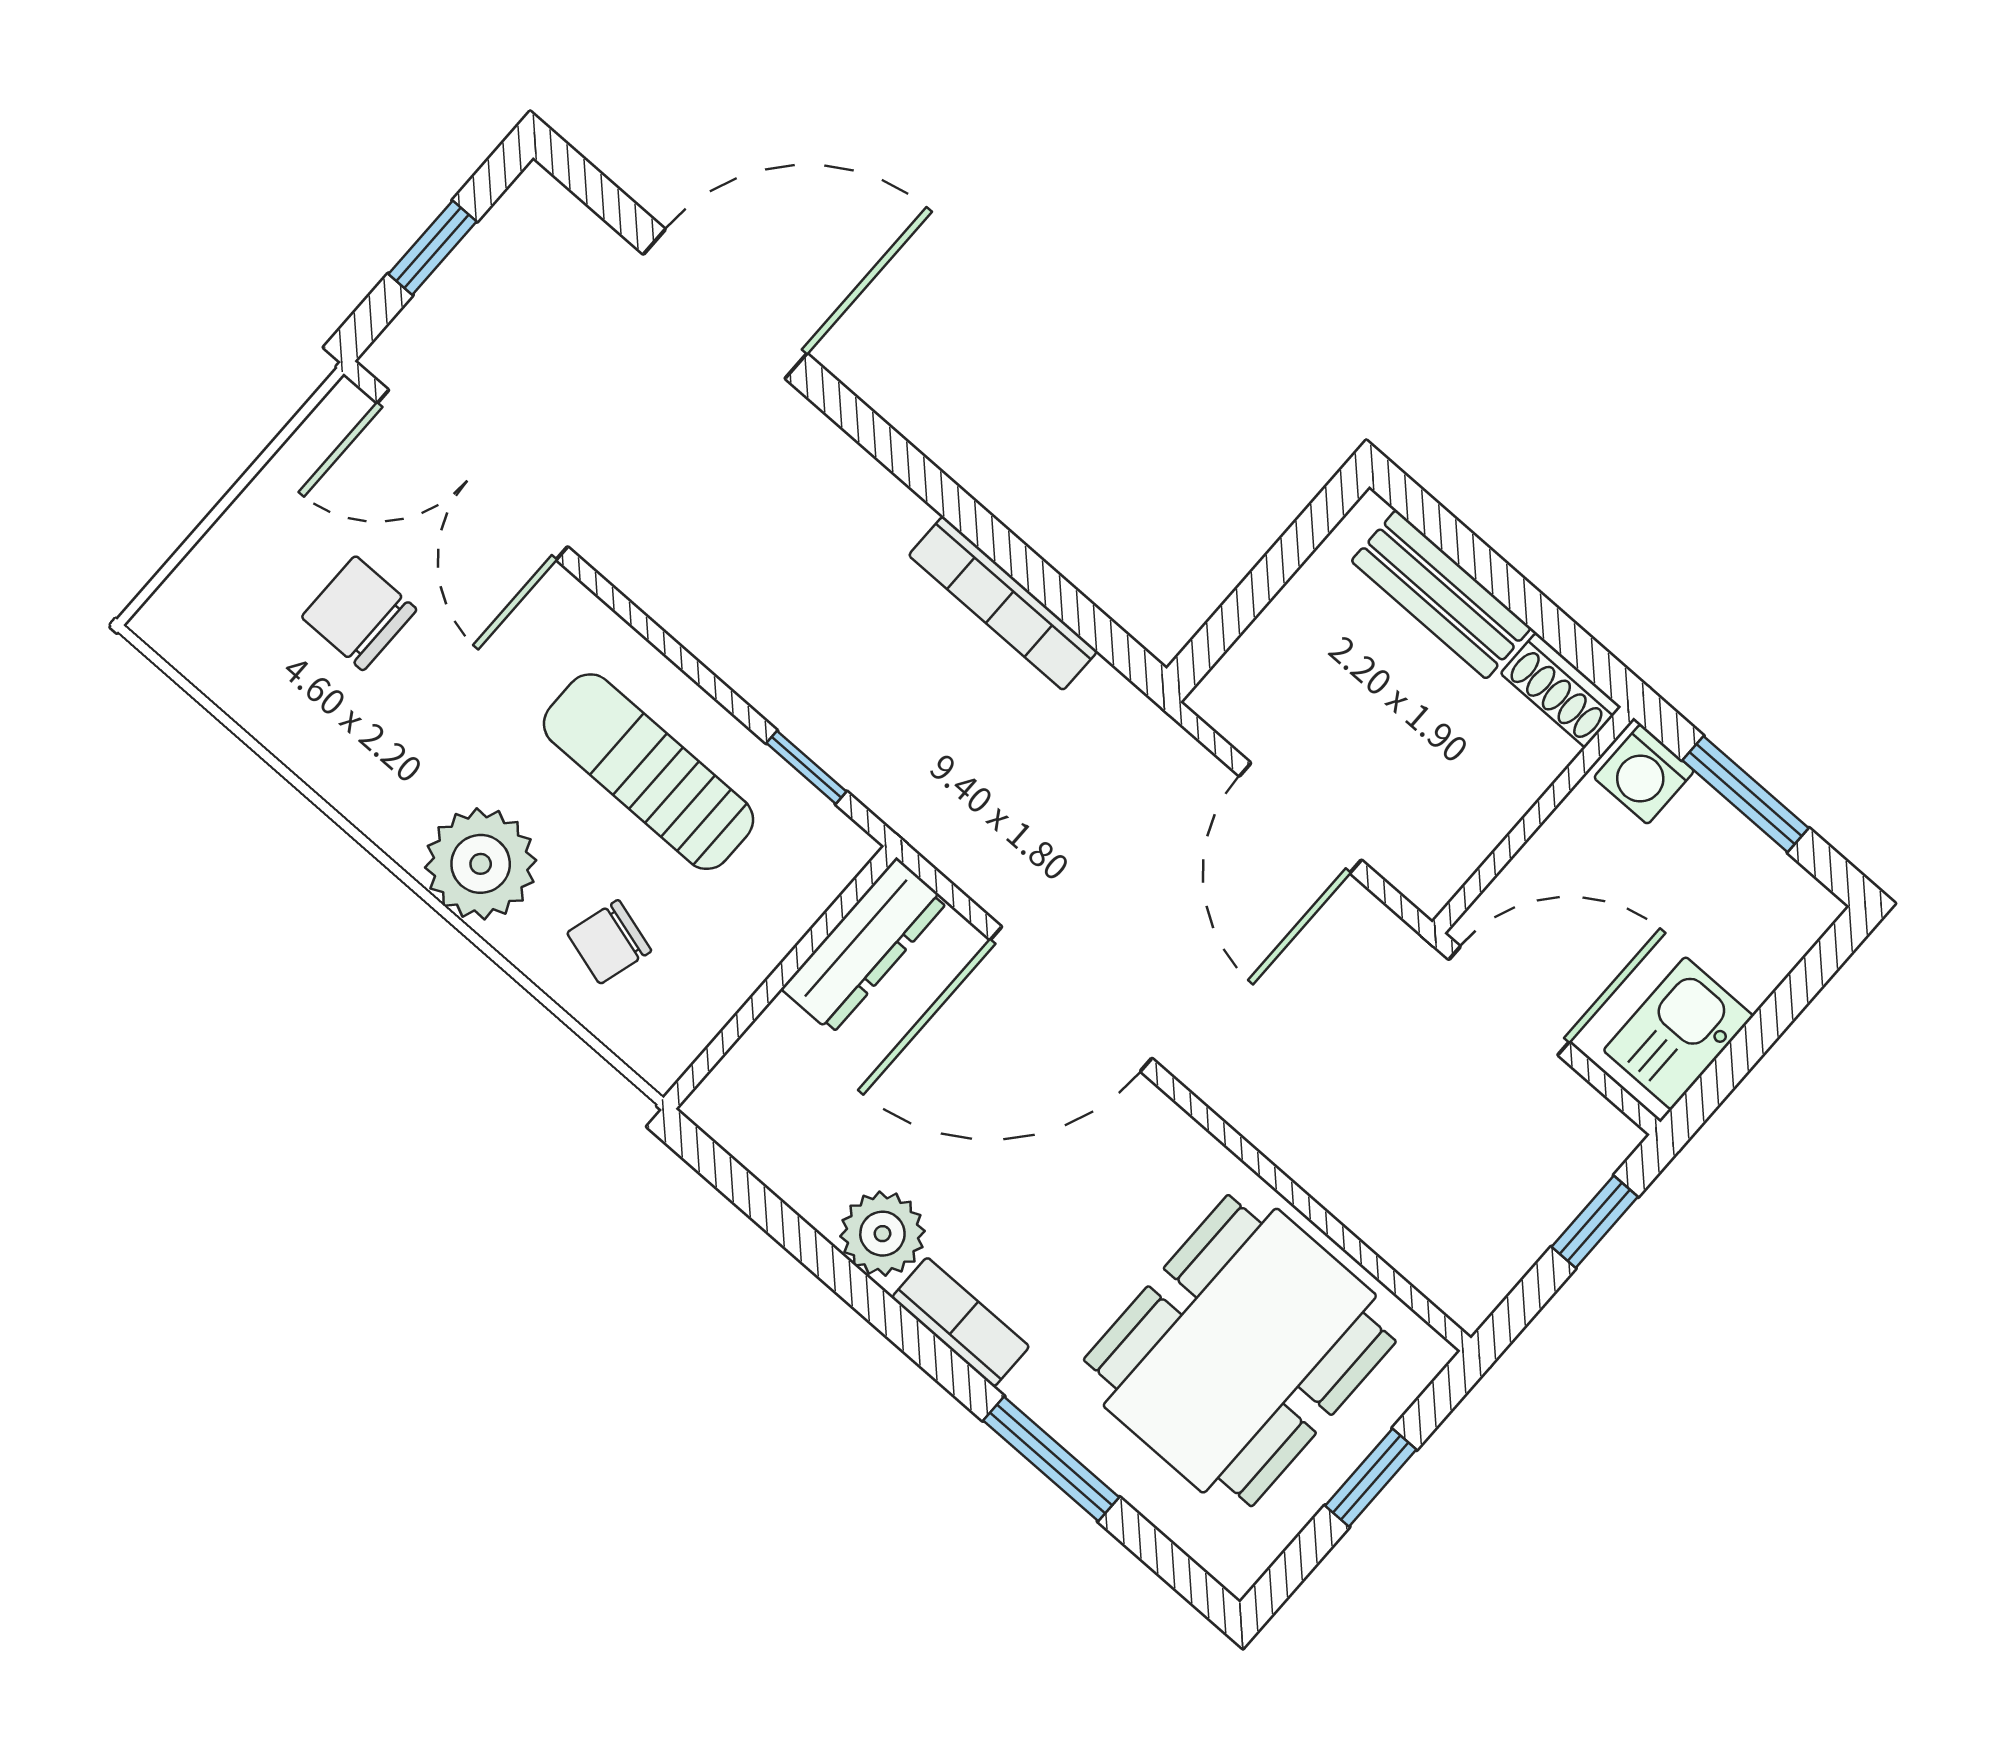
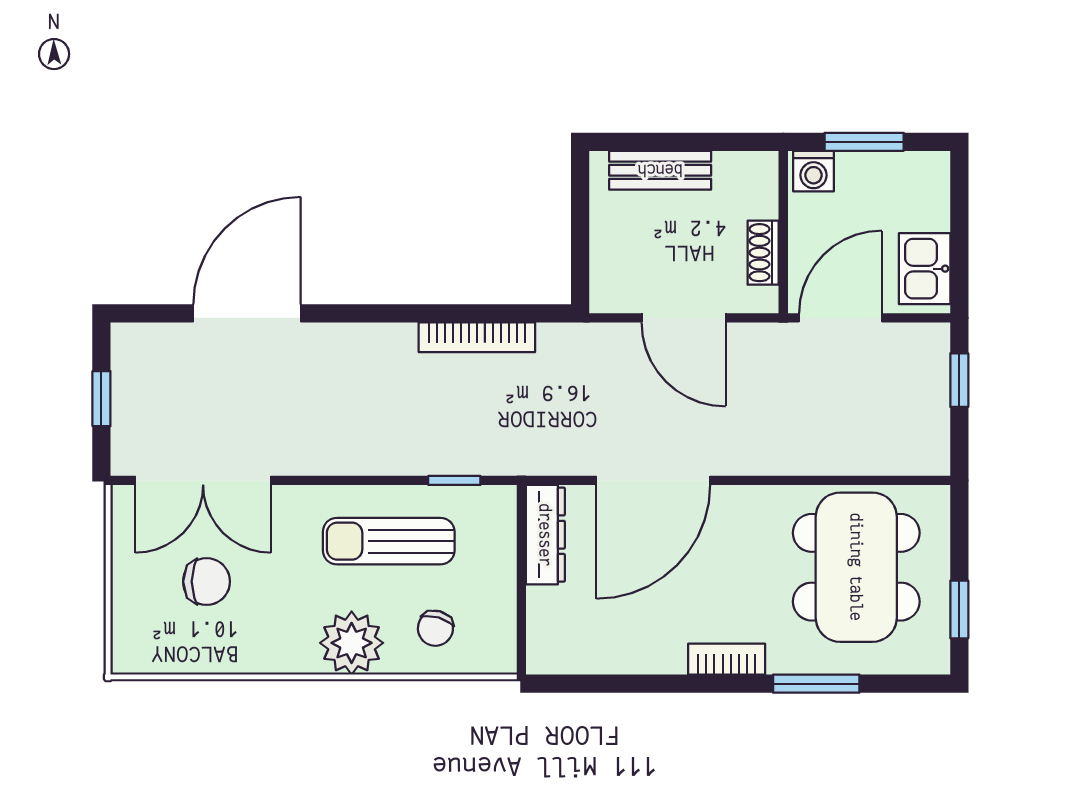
chair: (359, 613) -> (206, 582), turned 180
shoe rack: (1561, 690) -> (763, 253), moved, turned 90
plant: (882, 1234) -> (660, 651), removed
window: (1371, 1478) -> (959, 609), moved

